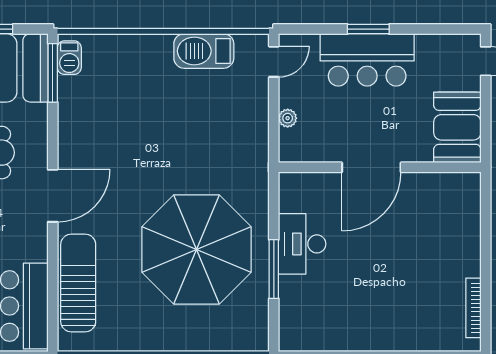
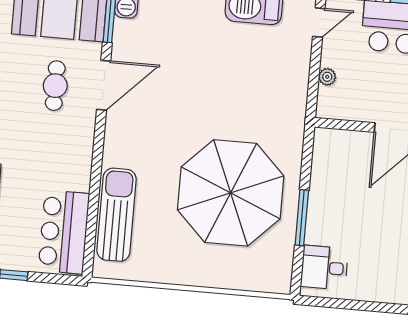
door: (53, 196) -> (104, 85), moved
desk: (302, 244) -> (324, 268), moved, width x0.73

